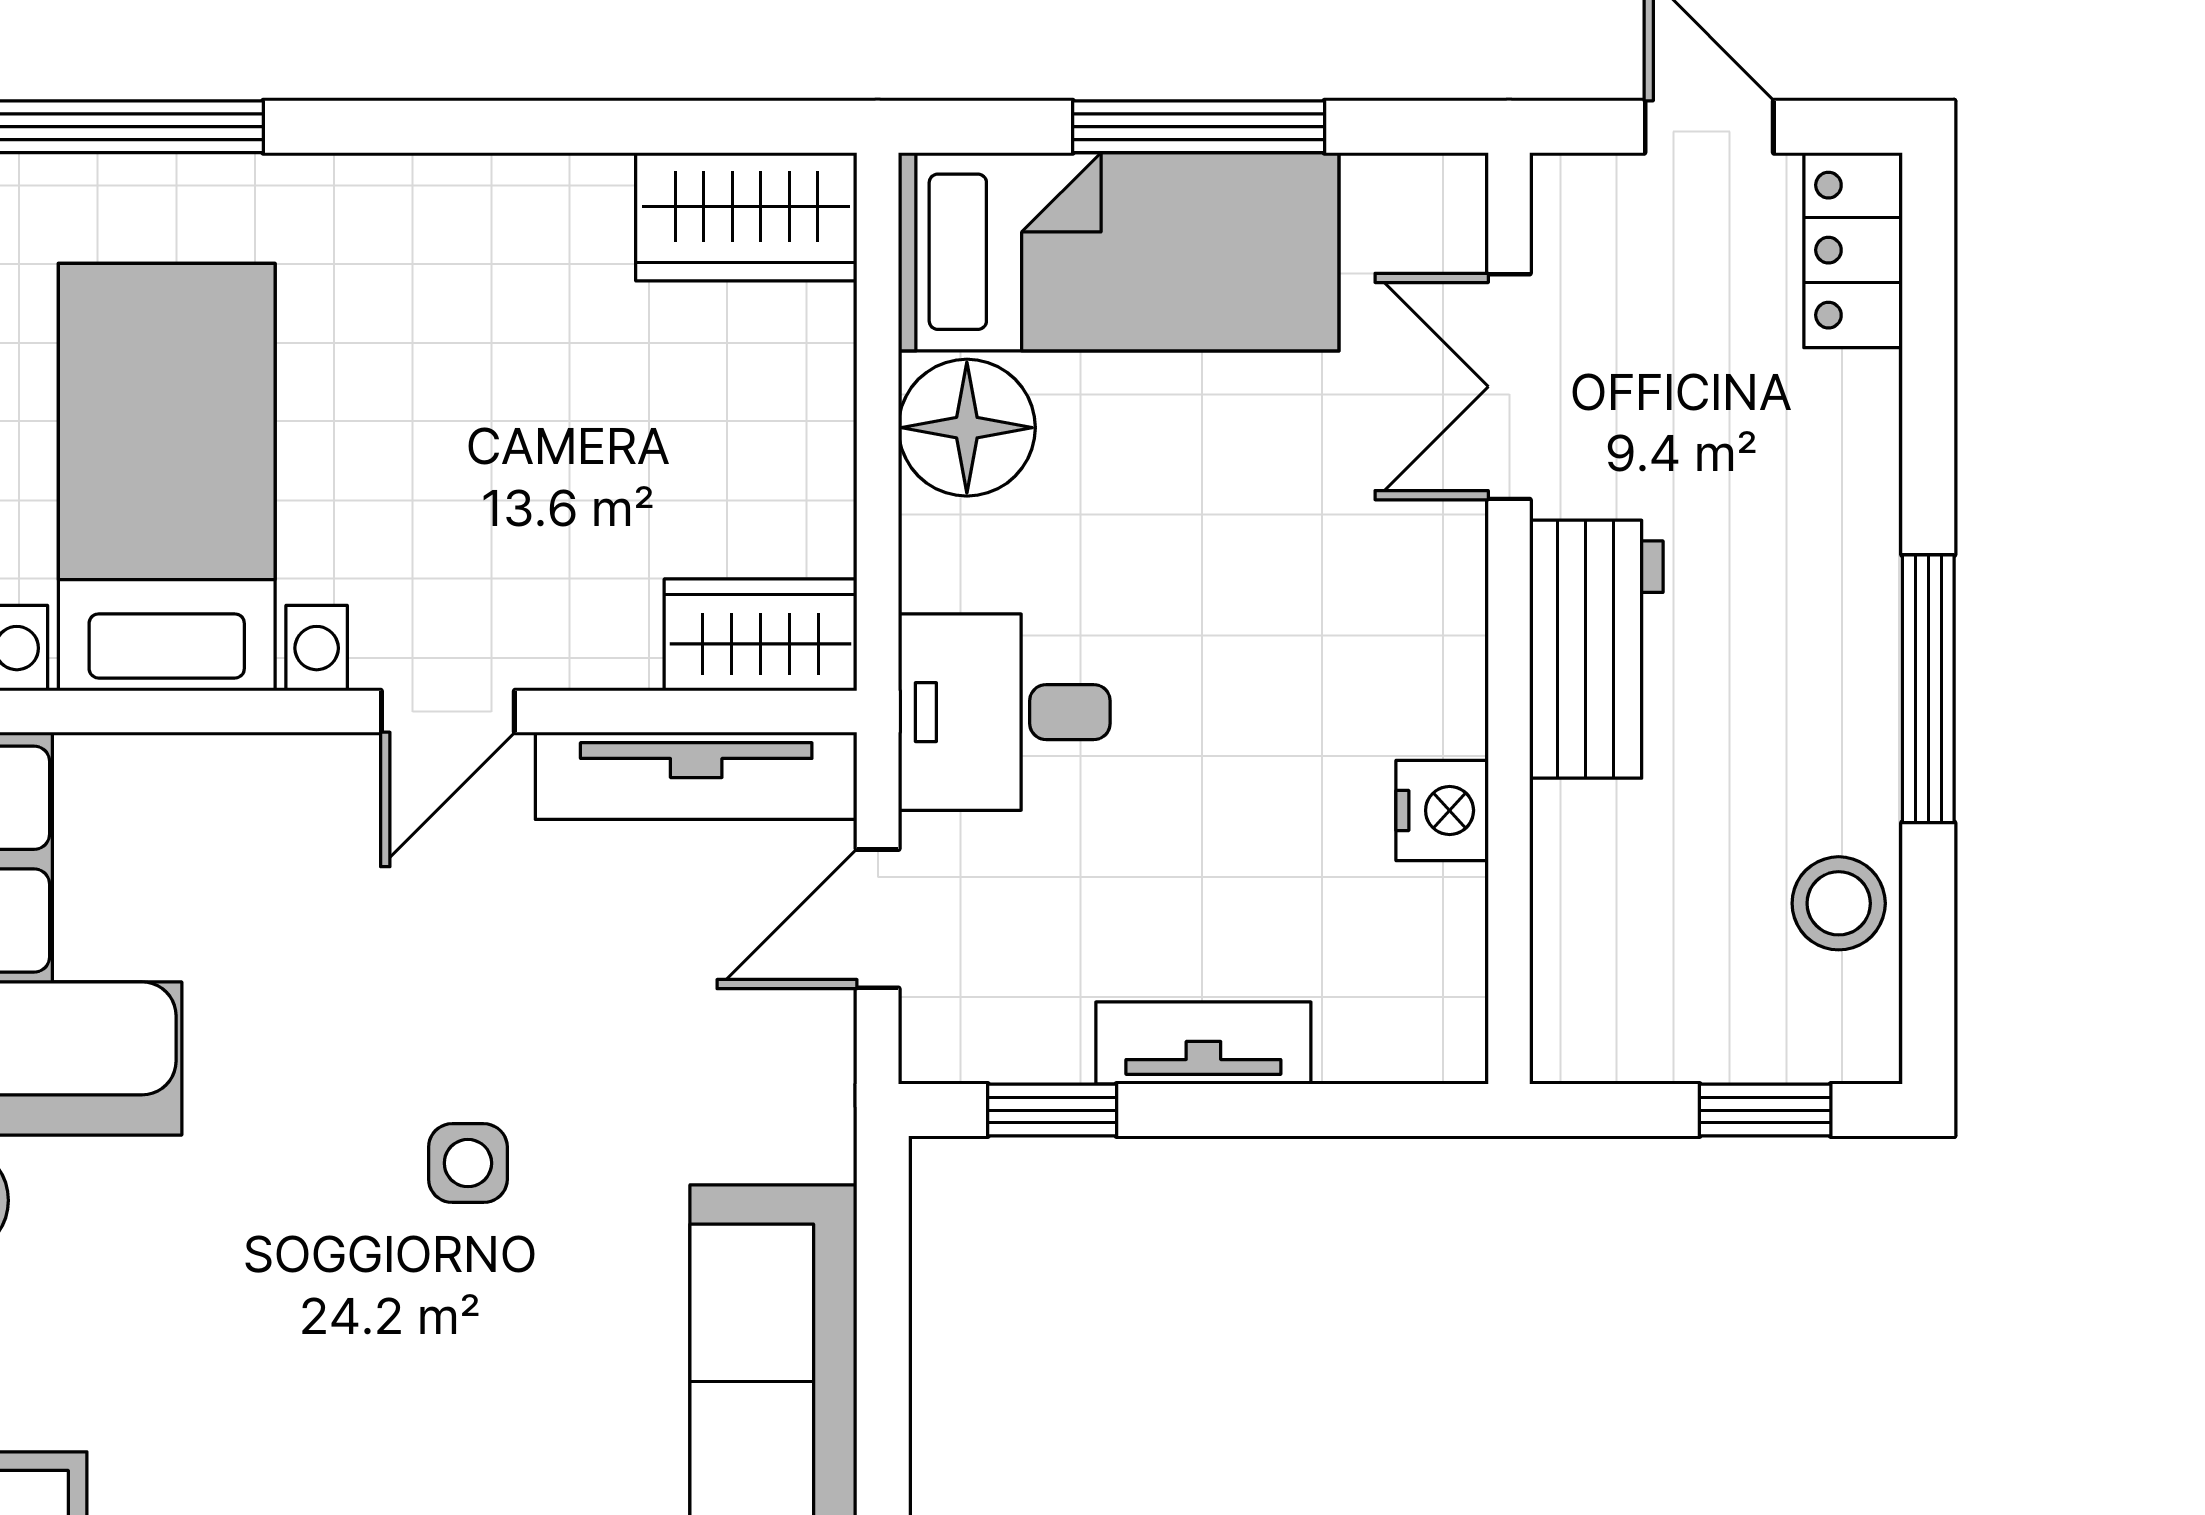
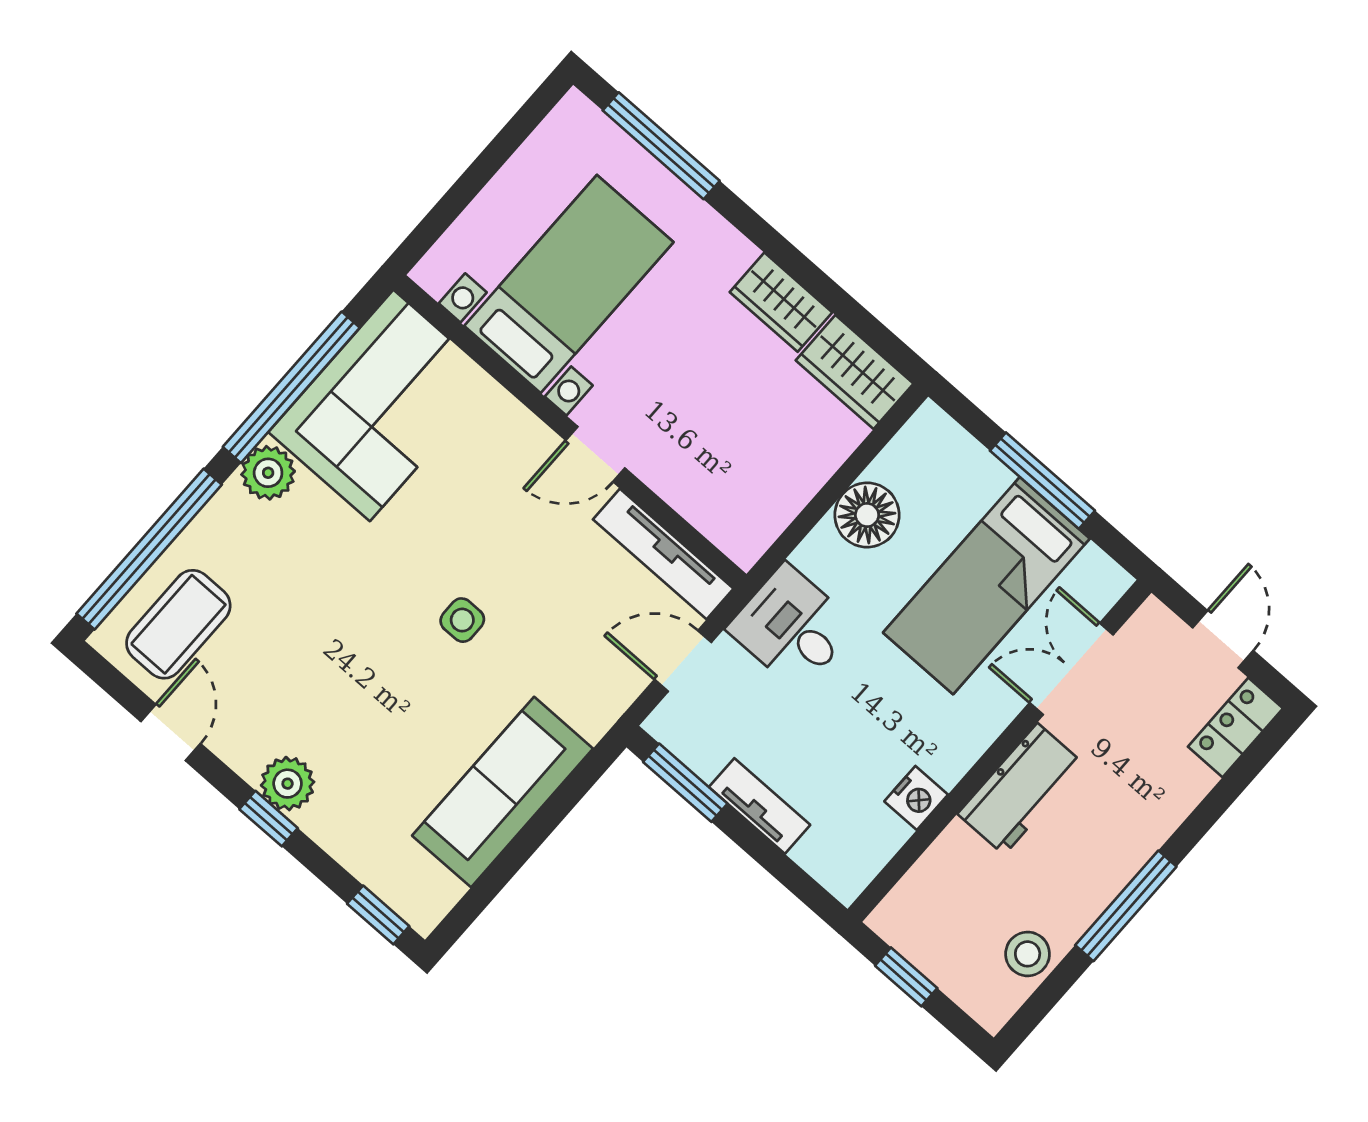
bed: (1119, 252) -> (986, 586), moved, turned 90
wardrobe: (761, 635) -> (781, 302), moved, turned 180
window: (1052, 1110) -> (685, 783), width x1.50
window: (1765, 1110) -> (906, 977), moved

